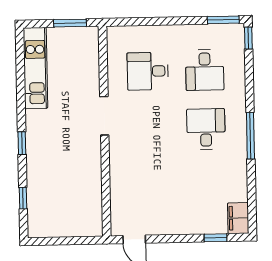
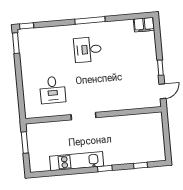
kitchen unit: (35, 68) -> (77, 161), moved
desk: (205, 70) -> (49, 53), removed
window: (216, 238) -> (160, 68), moved

